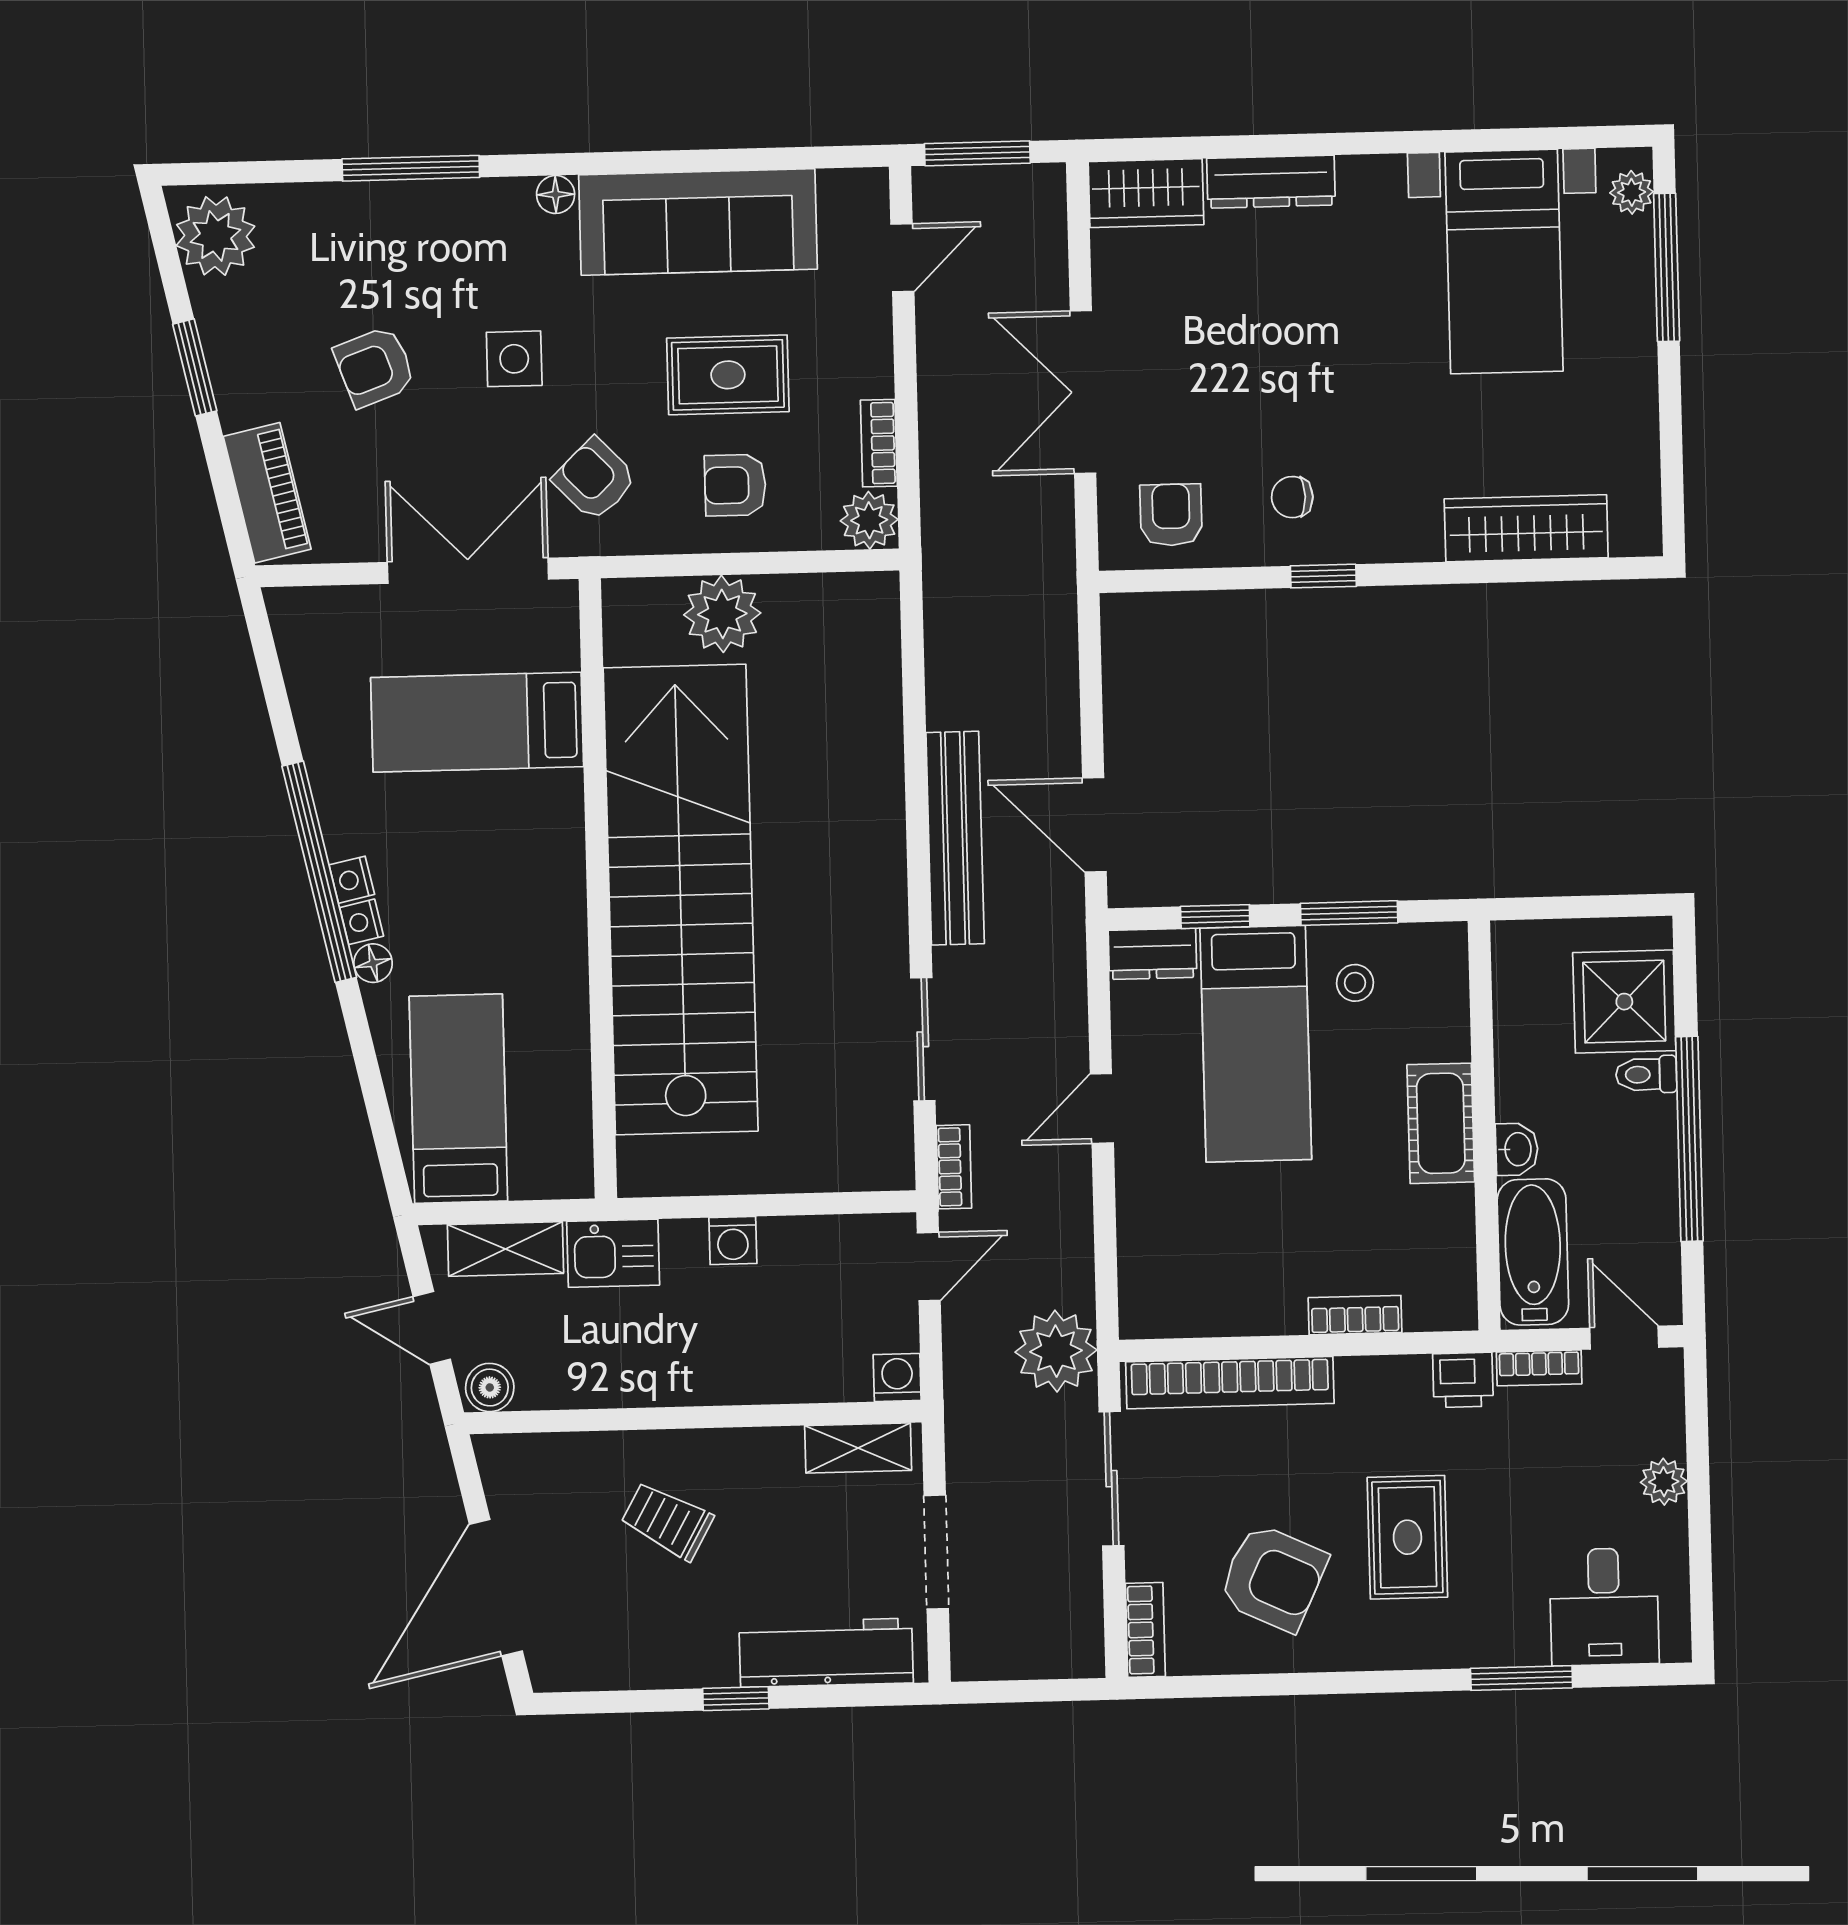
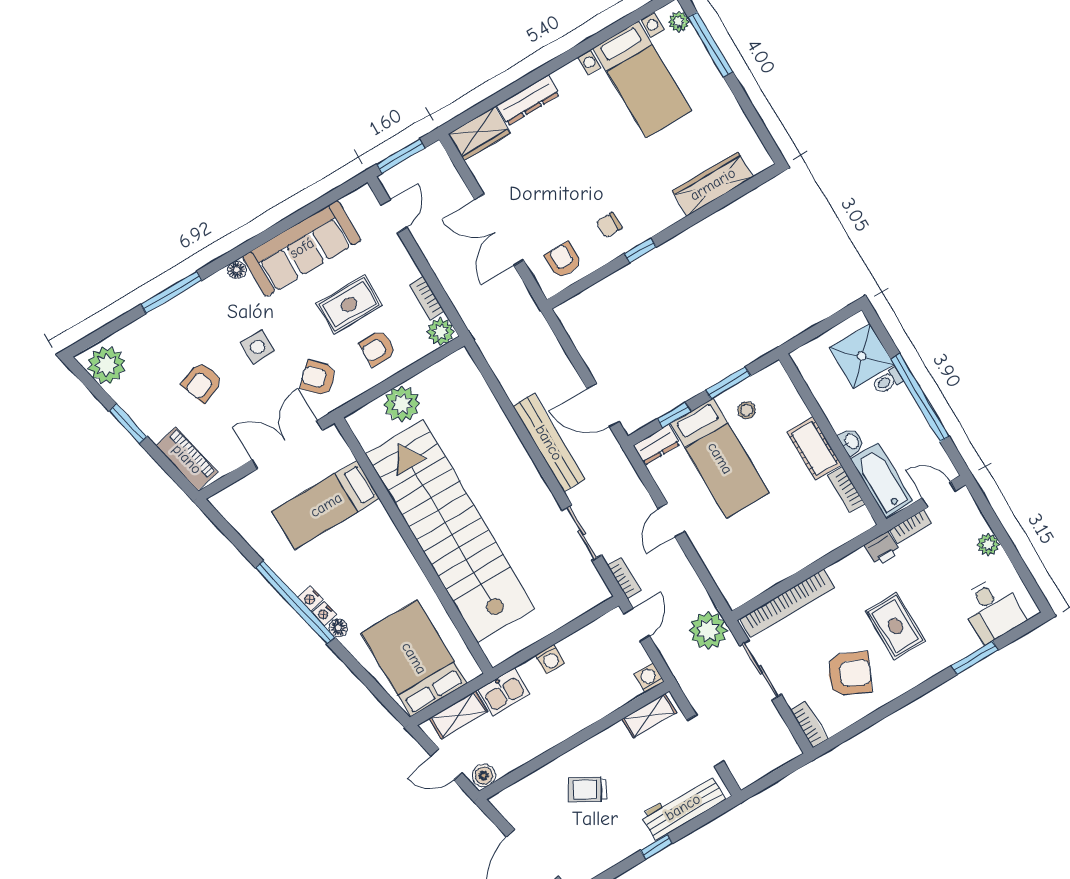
bed: (458, 1099) -> (414, 658), width x1.50
bookcase: (1355, 1315) -> (846, 490), moved, turned -90

